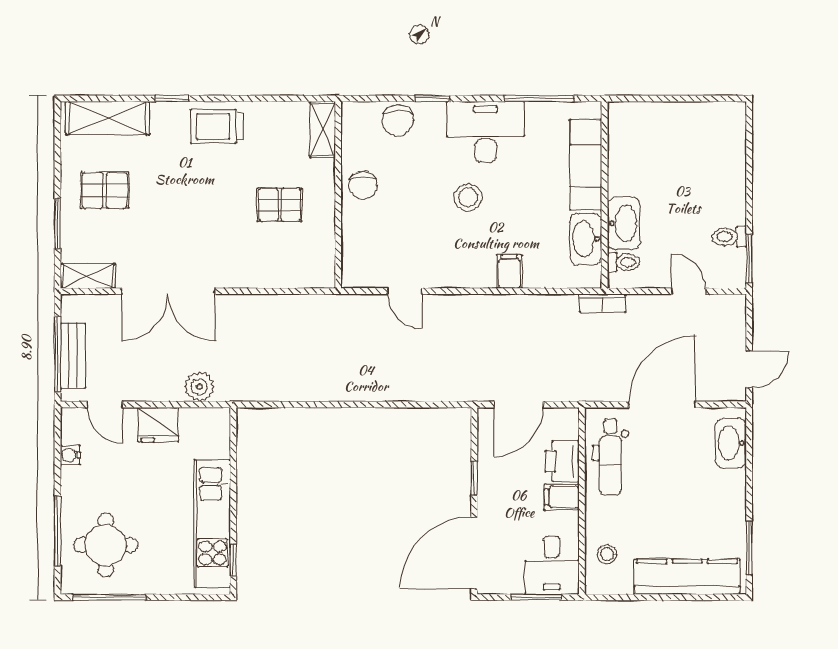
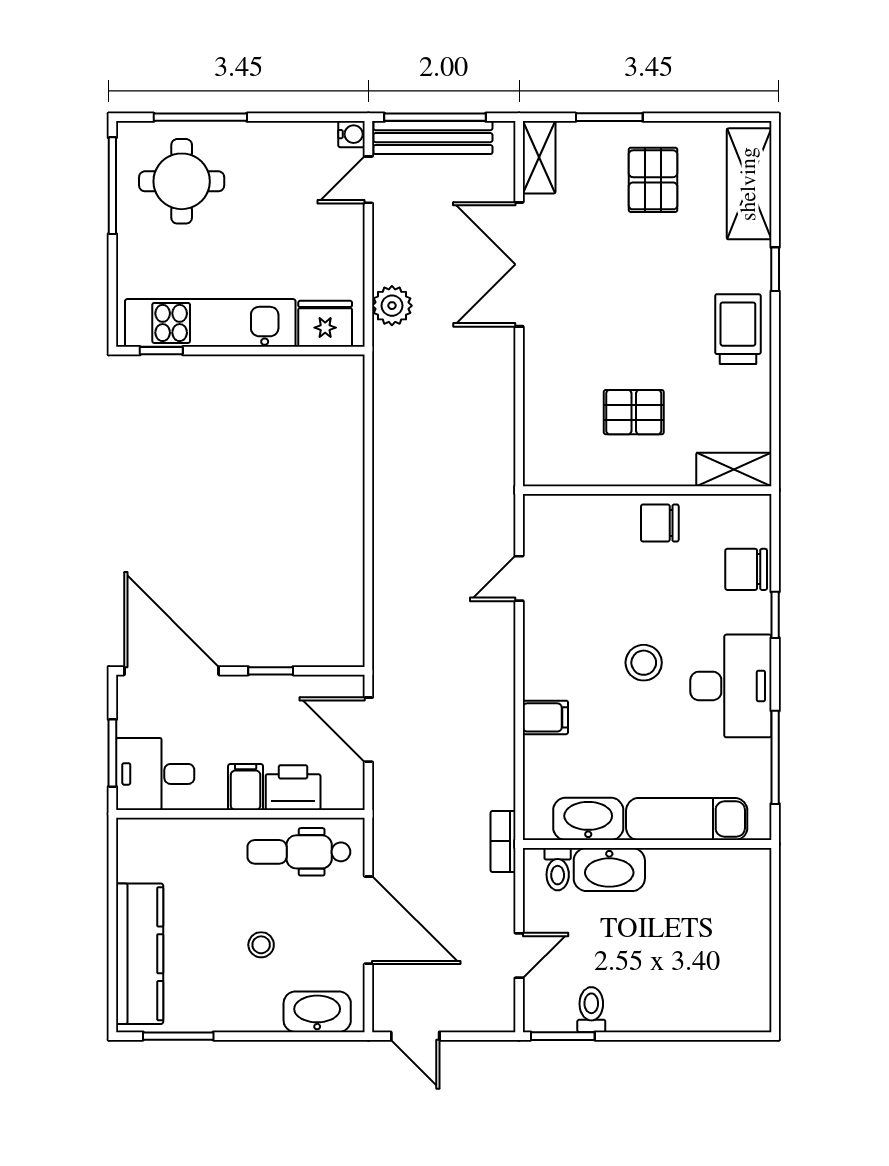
pallet: (280, 205) -> (634, 412), turned 90
bench: (73, 356) -> (433, 138), width x1.36
fridge: (158, 425) -> (325, 324), moved, turned 90
water cooler: (70, 455) -> (352, 134), moved, turned 90
stool: (607, 554) -> (261, 945), moved

